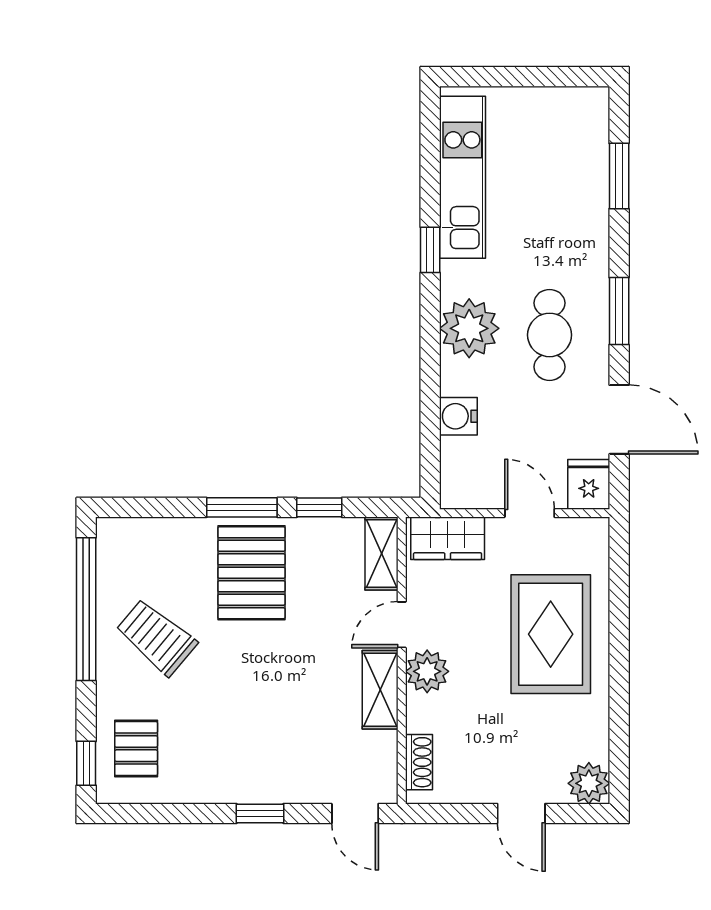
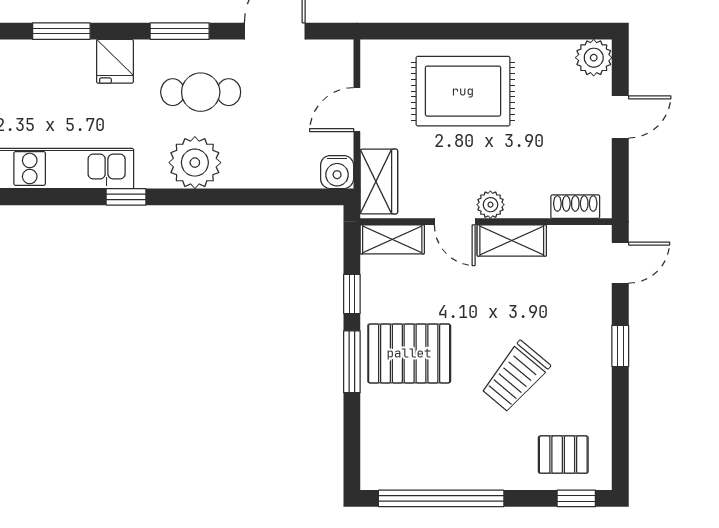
water cooler: (458, 416) -> (337, 172), moved
fridge: (589, 484) -> (115, 61), moved, turned -90
trolley: (156, 637) -> (515, 377), moved
plant: (427, 671) -> (490, 205), width x0.73, depth x0.73

